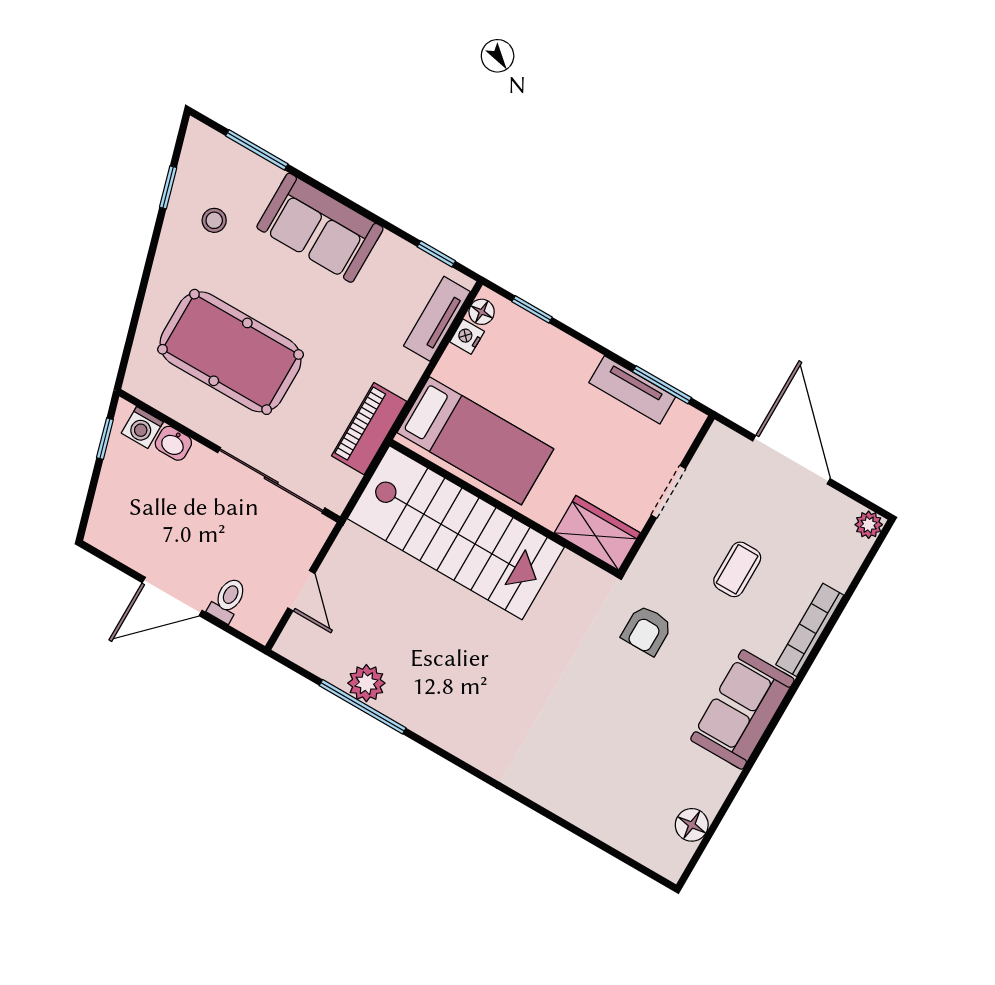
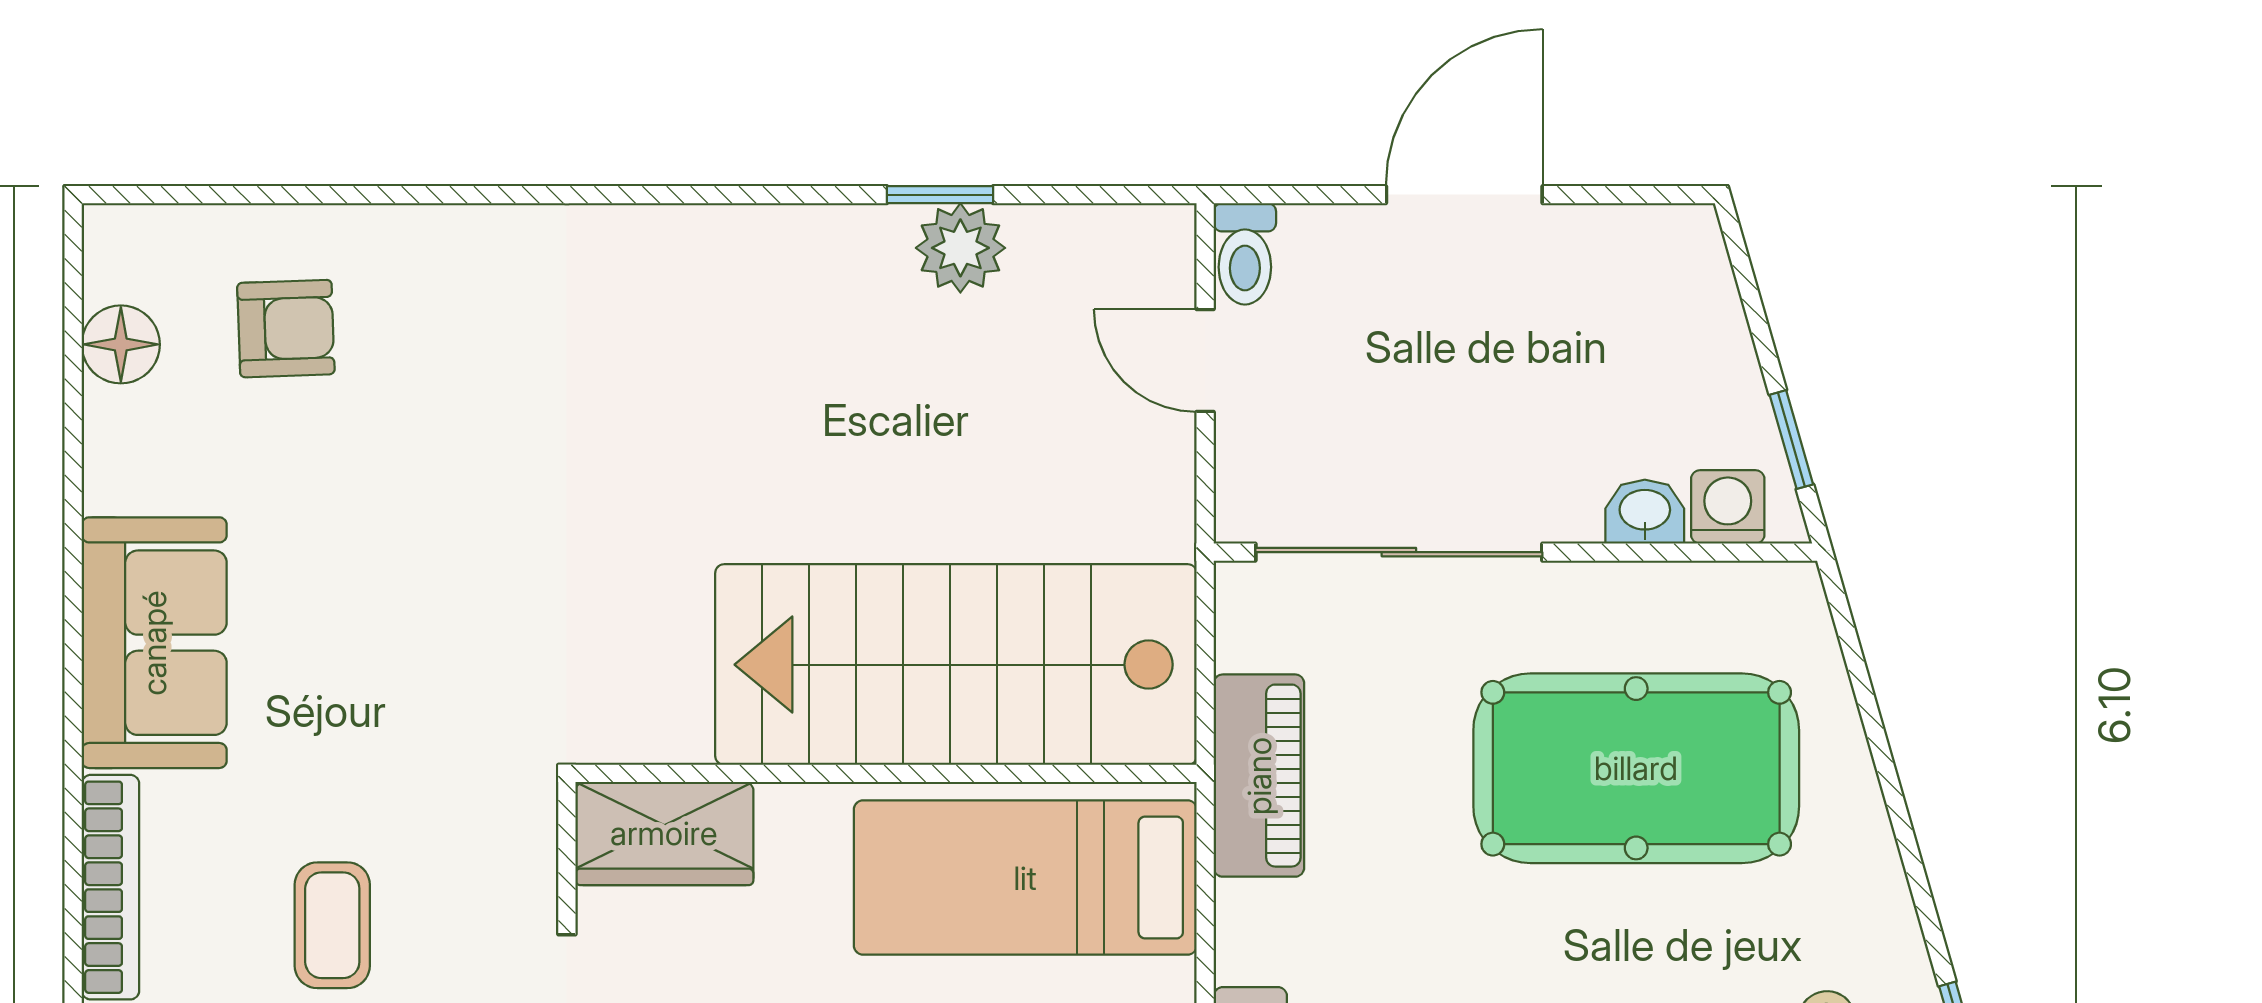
toilet: (228, 600) -> (1245, 254), moved
armchair: (647, 630) -> (286, 329), moved, turned 88
window: (363, 707) -> (940, 195), width x0.46

